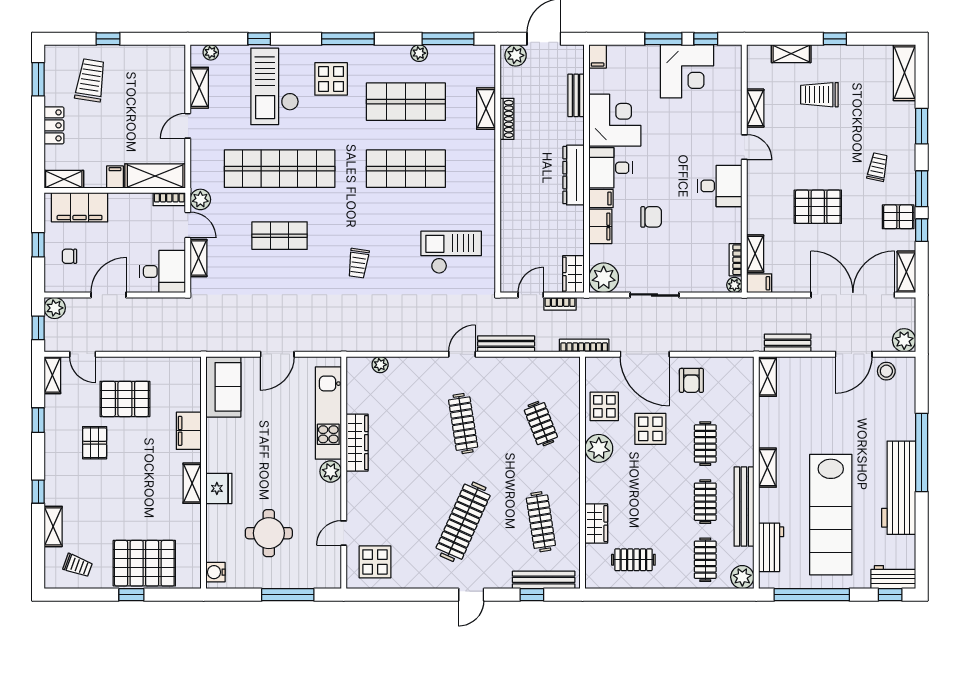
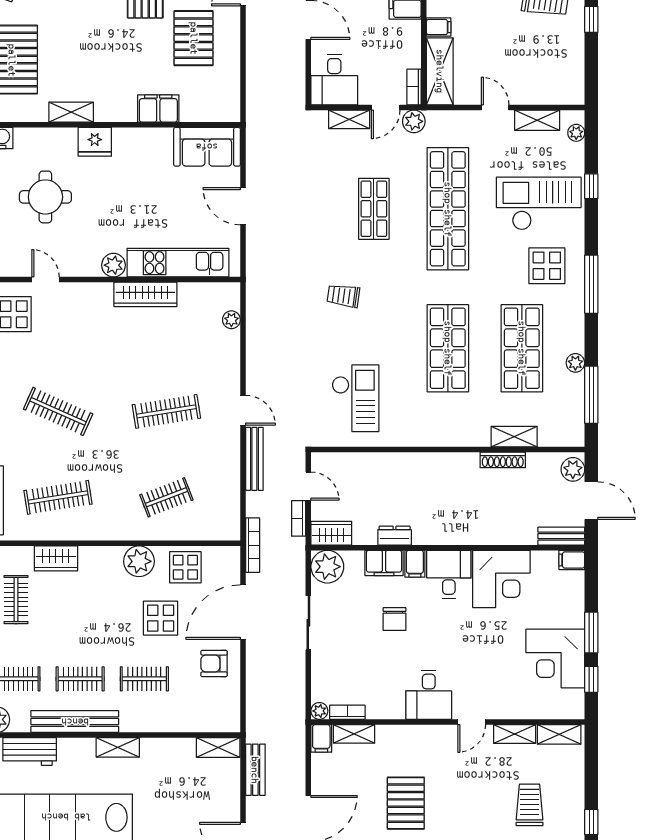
shelving: (791, 54) -> (559, 734), moved, turned 90
bench: (576, 95) -> (561, 536), moved
dresser: (573, 175) -> (395, 536), moved, width x0.51, depth x0.80
shelving: (192, 483) -> (71, 112), moved
clothes rail: (463, 522) -> (58, 411), width x0.73, depth x0.76

